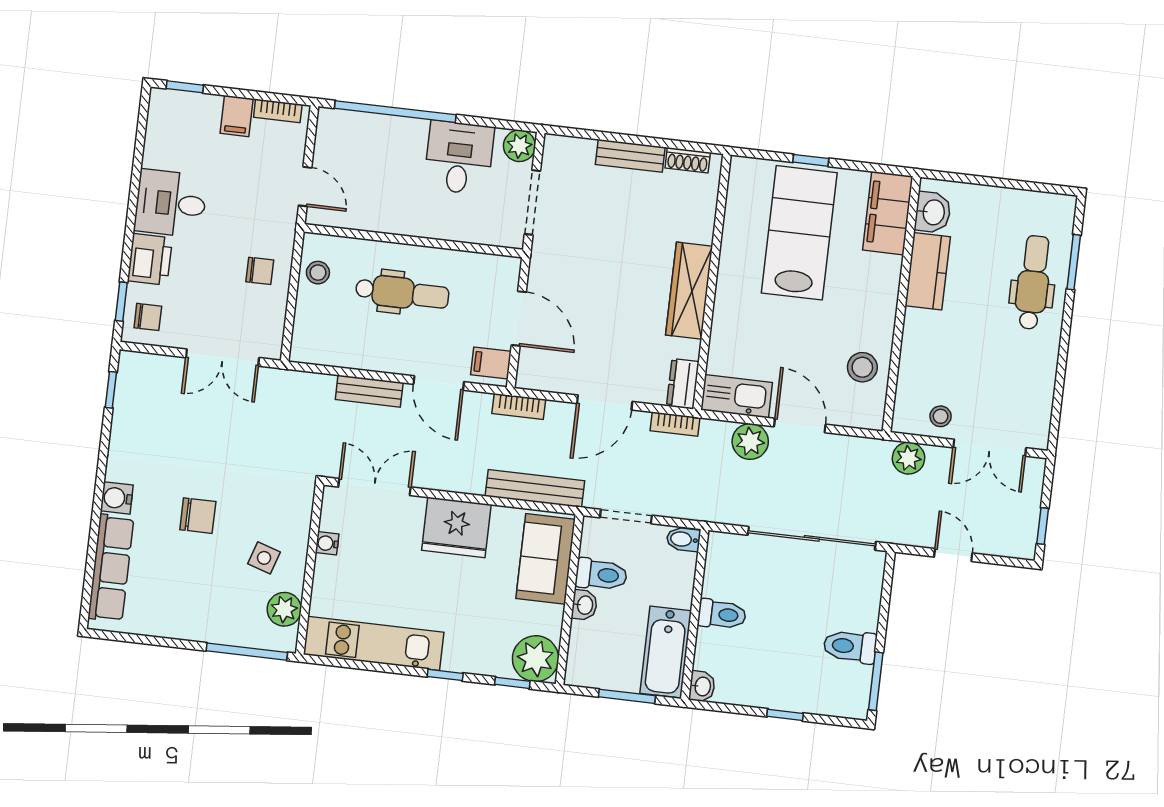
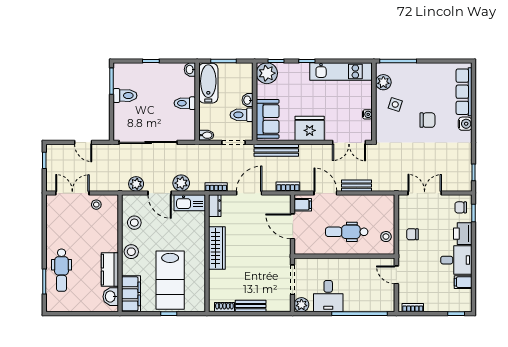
filing cabinet: (237, 116) -> (463, 282), moved, turned -90
stool: (876, 305) -> (131, 252), added
plant: (909, 458) -> (136, 184), moved
chair: (198, 516) -> (427, 120), turned 180

